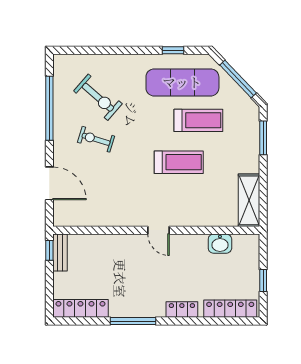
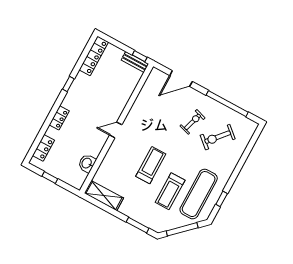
treadmill: (179, 162) -> (151, 165), turned 180
locker: (230, 309) -> (44, 148), width x0.66
window: (133, 321) -> (68, 84), width x0.46

